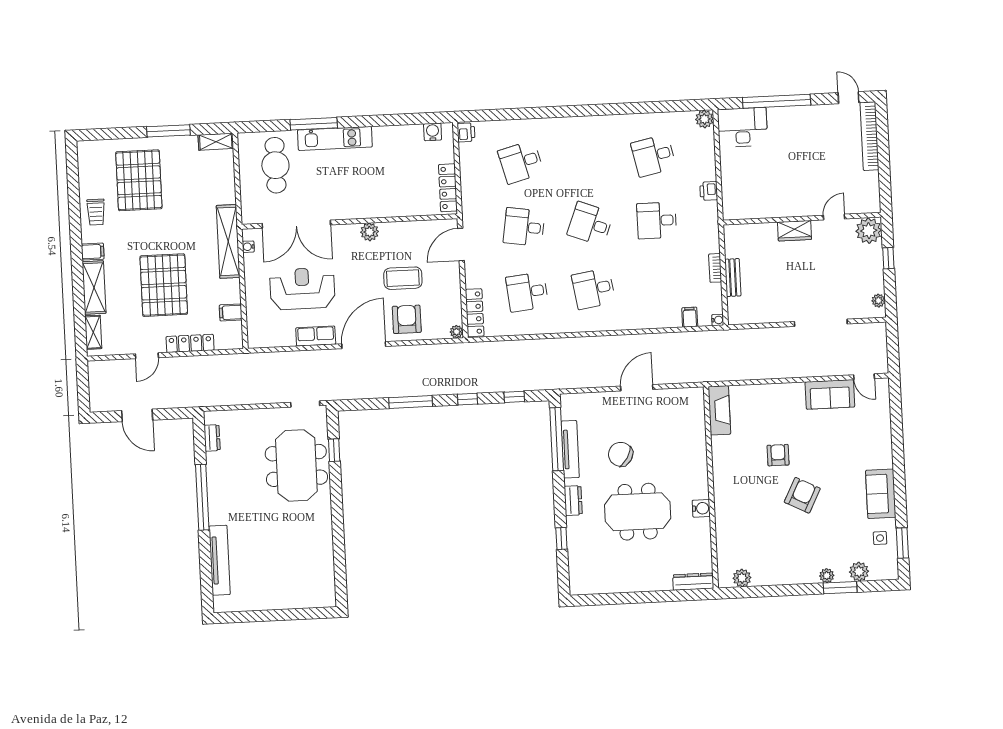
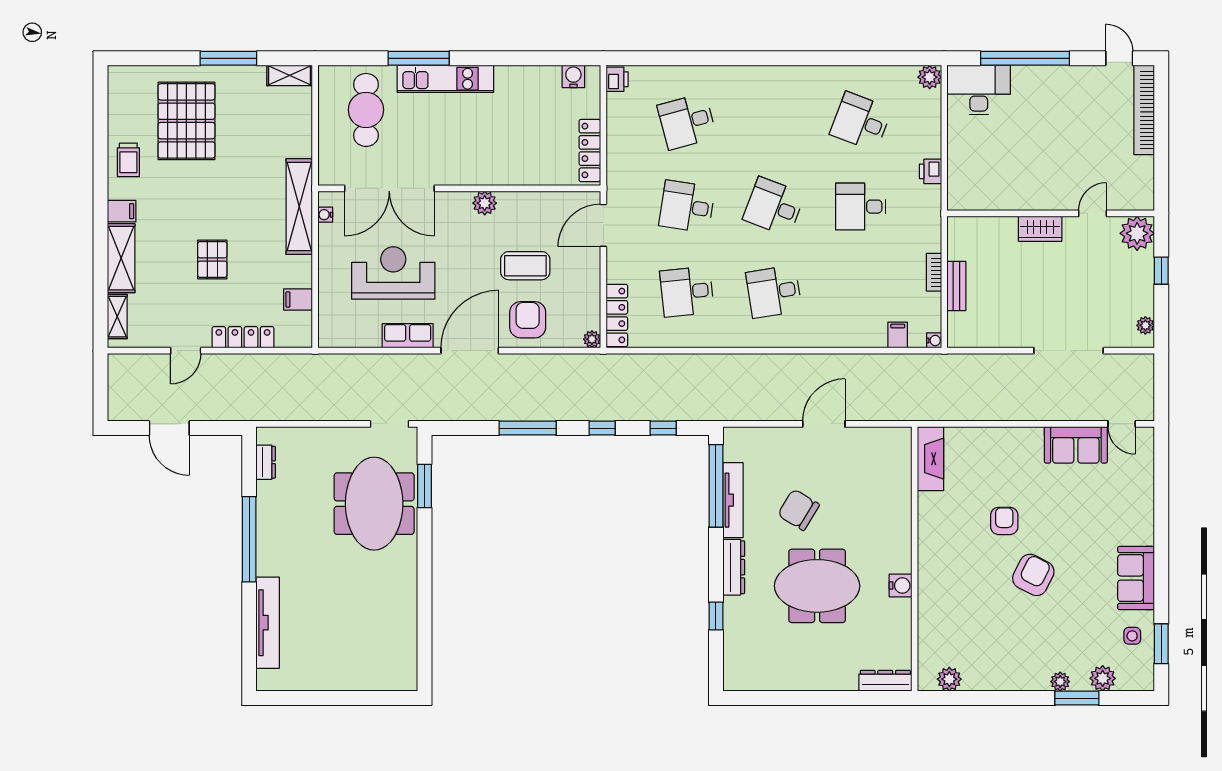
desk: (654, 156) -> (861, 121), turned 33
pallet: (164, 285) -> (212, 260), width x0.49, depth x0.50
window: (334, 450) -> (424, 486), width x1.50
dresser: (573, 501) -> (734, 567), width x1.44

